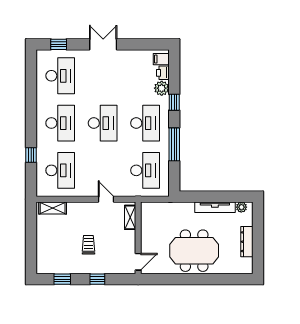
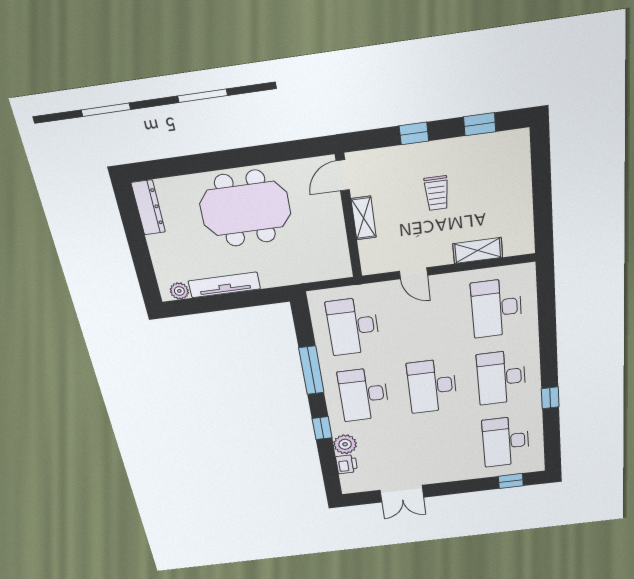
double door: (103, 44) -> (402, 494), moved
filing cabinet: (161, 59) -> (352, 481), removed
window: (31, 155) -> (550, 398), moved
shelving: (53, 208) -> (478, 251), moved
shelving: (130, 217) -> (364, 218), moved
dresser: (247, 242) -> (148, 207), moved

